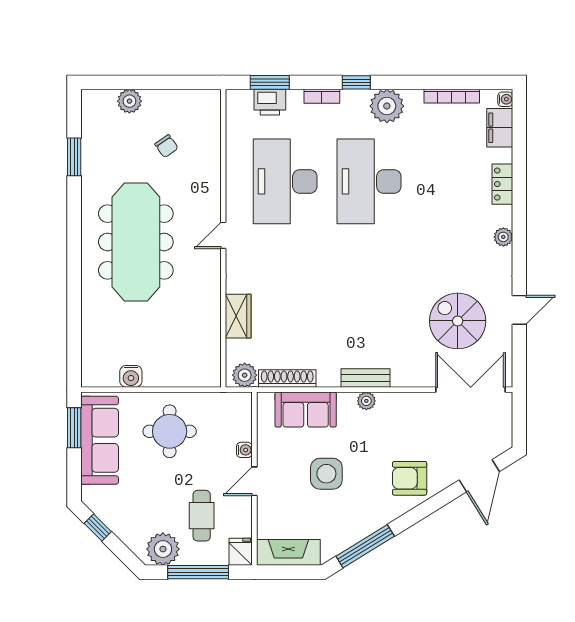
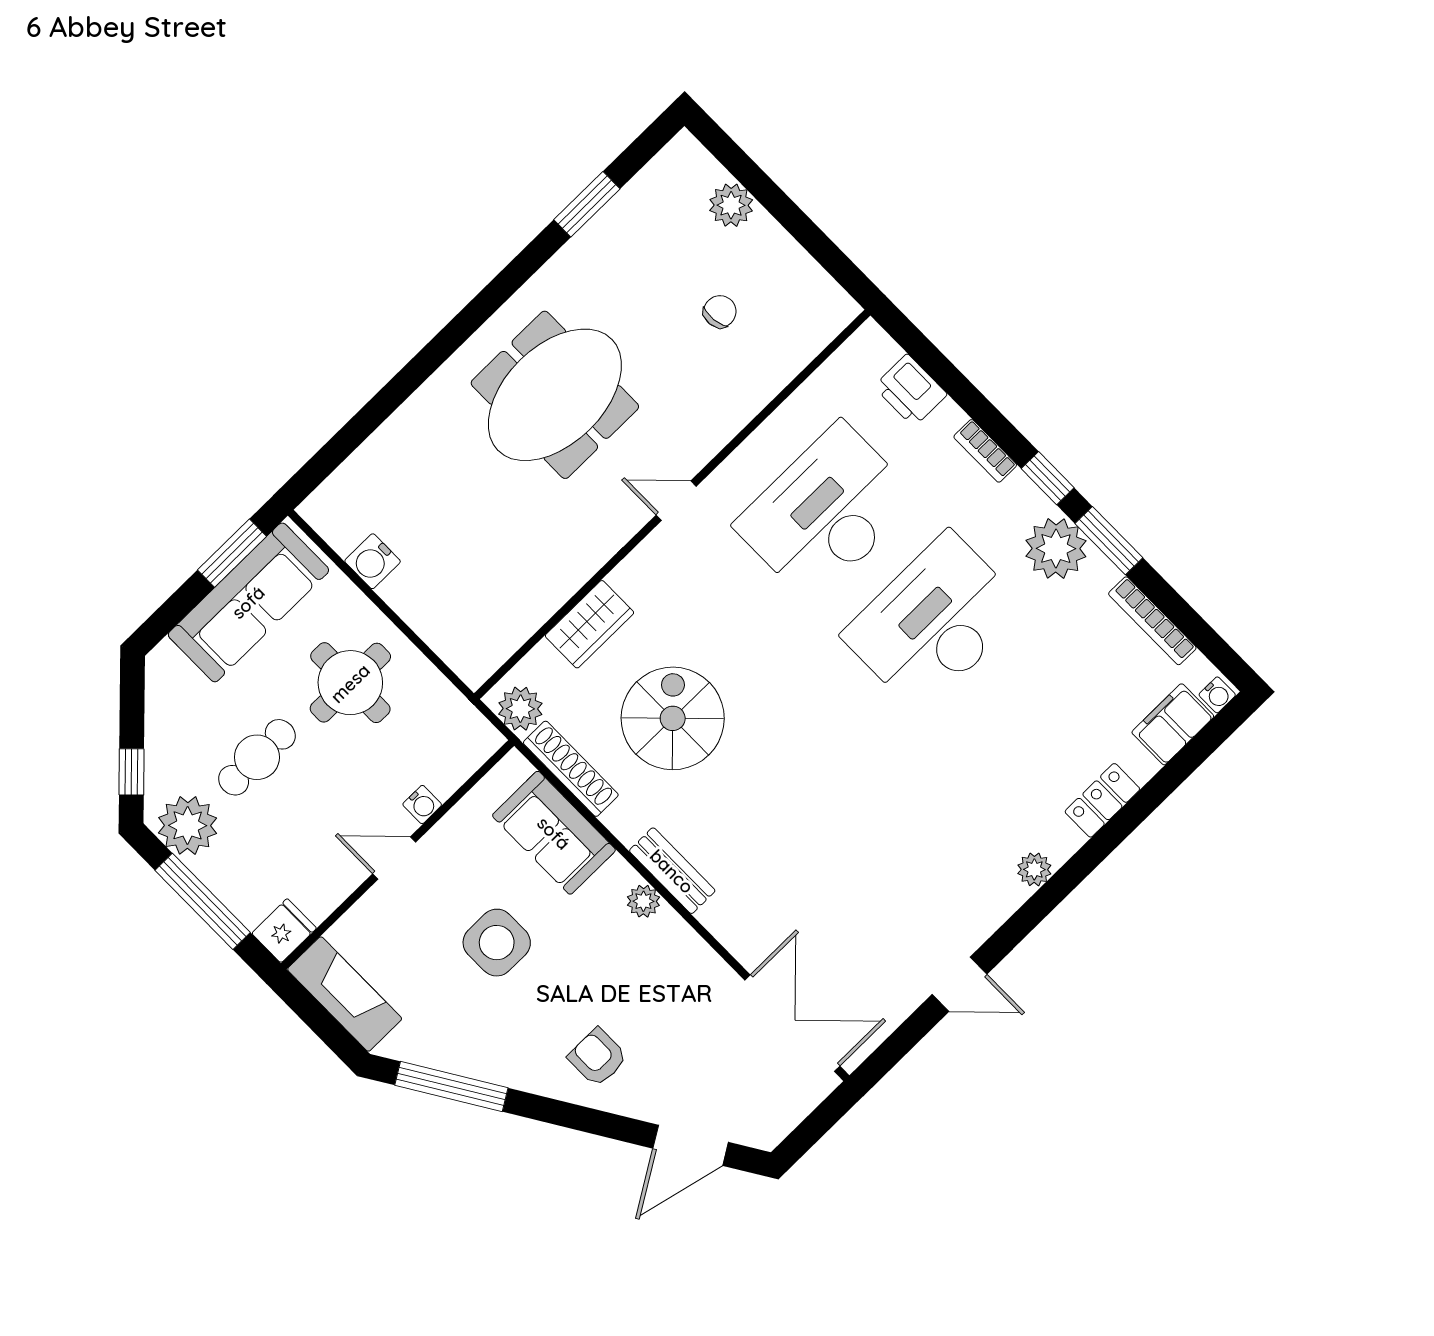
window: (270, 82) -> (1109, 541), moved
chair: (166, 146) -> (720, 312), turned -151
meeting table: (136, 242) -> (555, 395), width x0.73
spiral stairs: (458, 321) -> (673, 718), moved
armchair: (410, 478) -> (598, 1057), width x0.72, depth x0.72
cafe table: (202, 516) -> (257, 757), moved
window: (98, 527) -> (132, 772), moved

